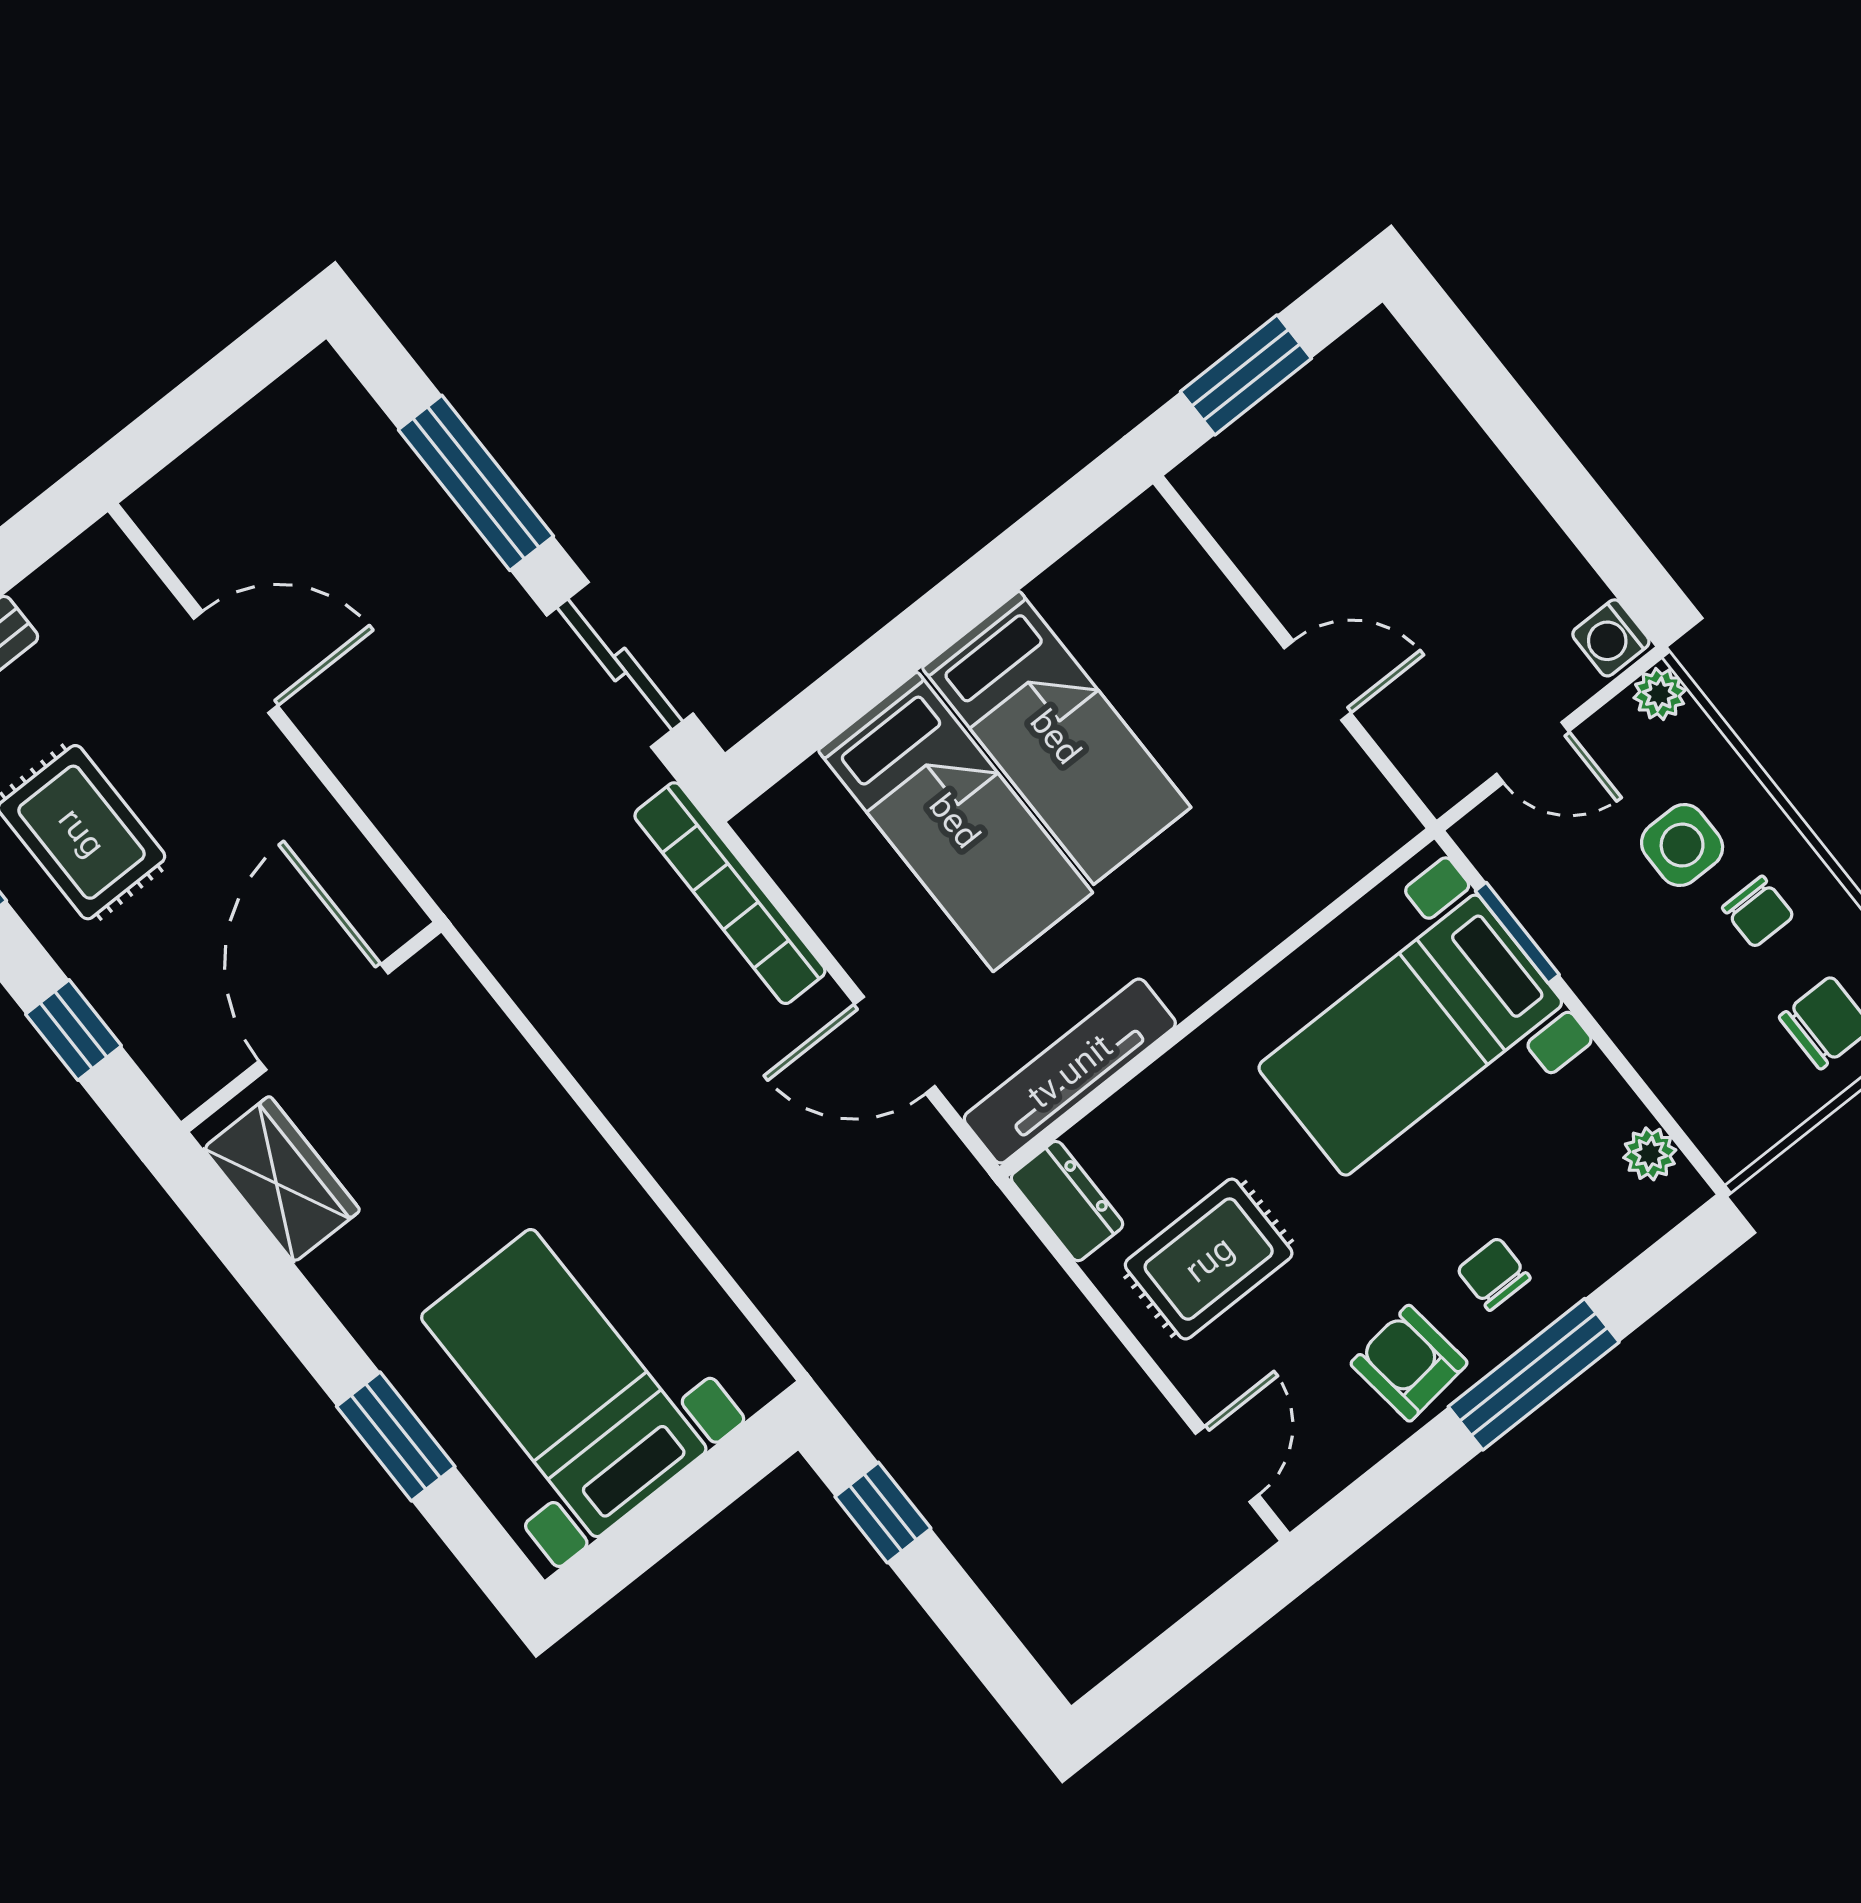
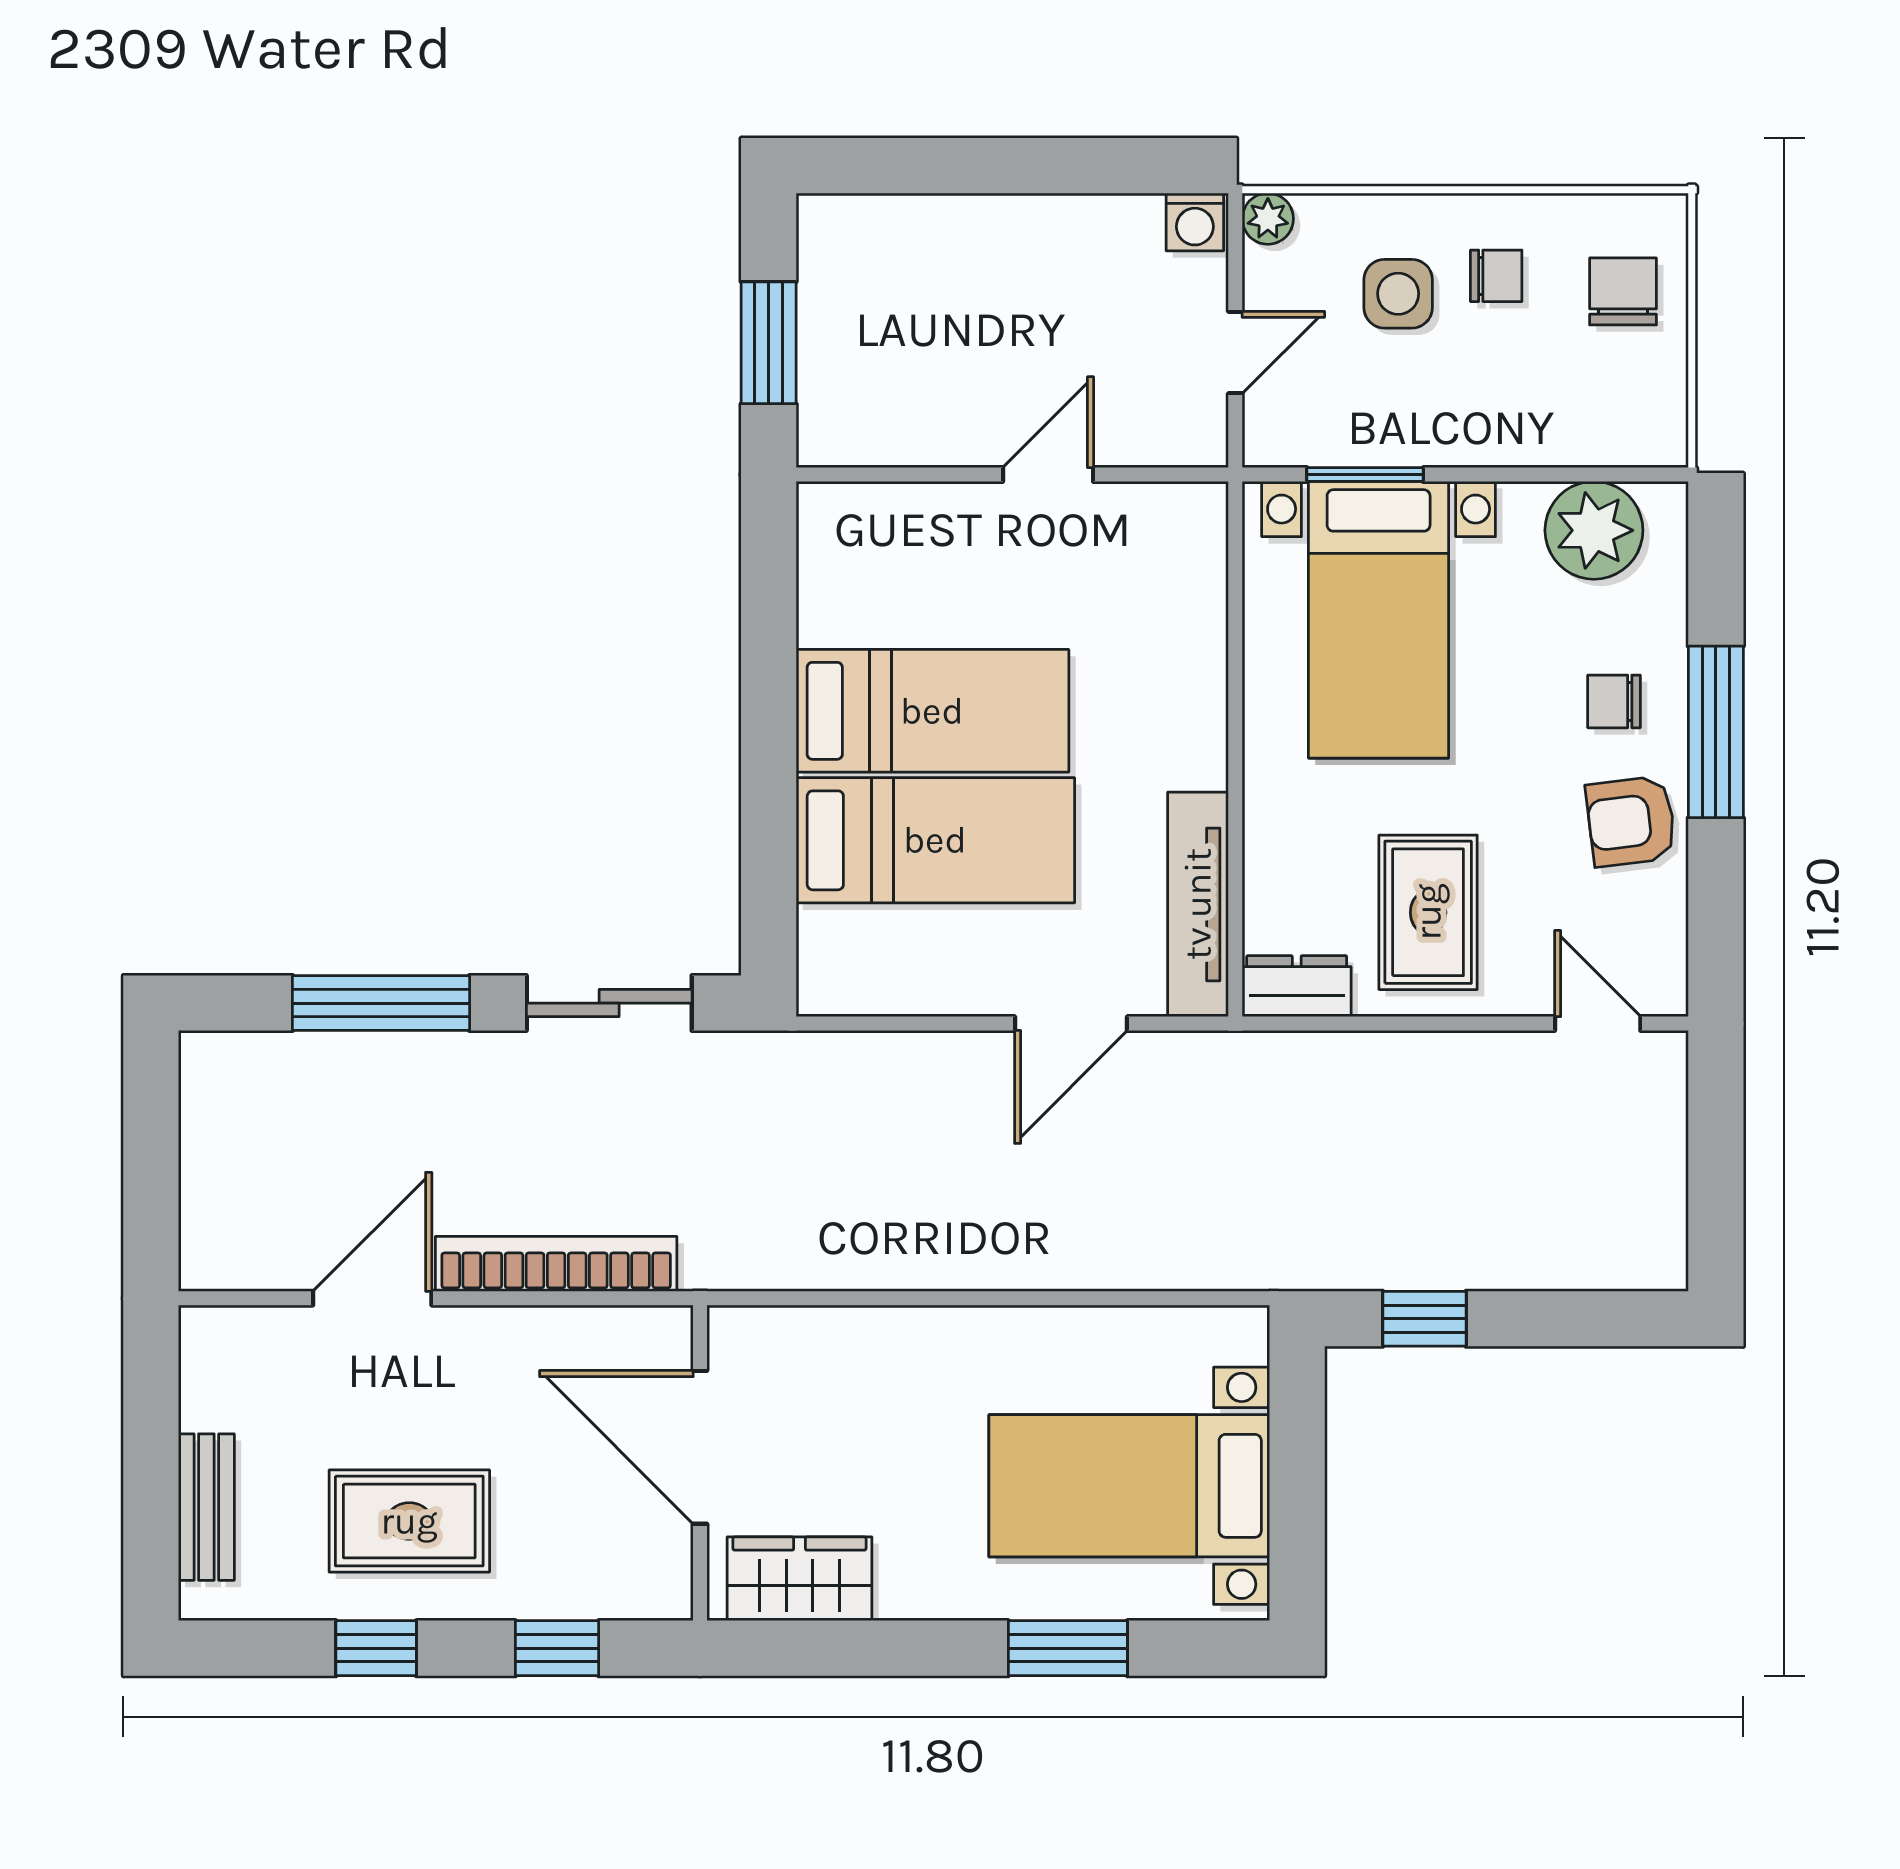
bookcase: (730, 893) -> (556, 1264), moved, turned 180
plant: (1650, 1154) -> (1594, 530), width x1.88, depth x1.88

